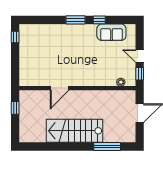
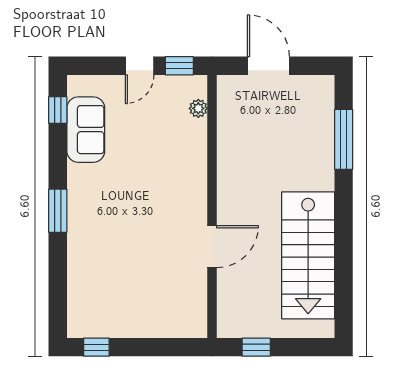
window: (99, 20) -> (58, 110), moved
door: (60, 88) -> (212, 247), hinge flipped
stairs: (75, 131) -> (308, 255), moved

